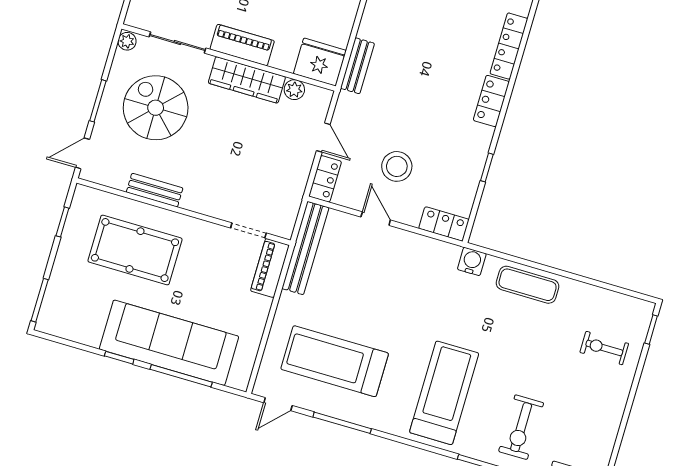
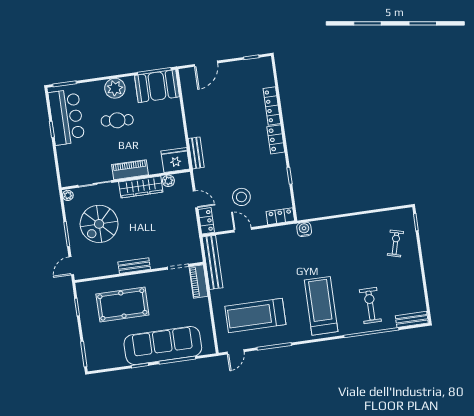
spiral stairs: (156, 108) -> (99, 224), turned -90
bench: (155, 190) -> (134, 266), moved
exercise mat: (528, 285) -> (339, 228), removed
exercise bike: (604, 348) -> (395, 243), turned 105
exercise bike: (521, 427) -> (370, 306), turned 180

